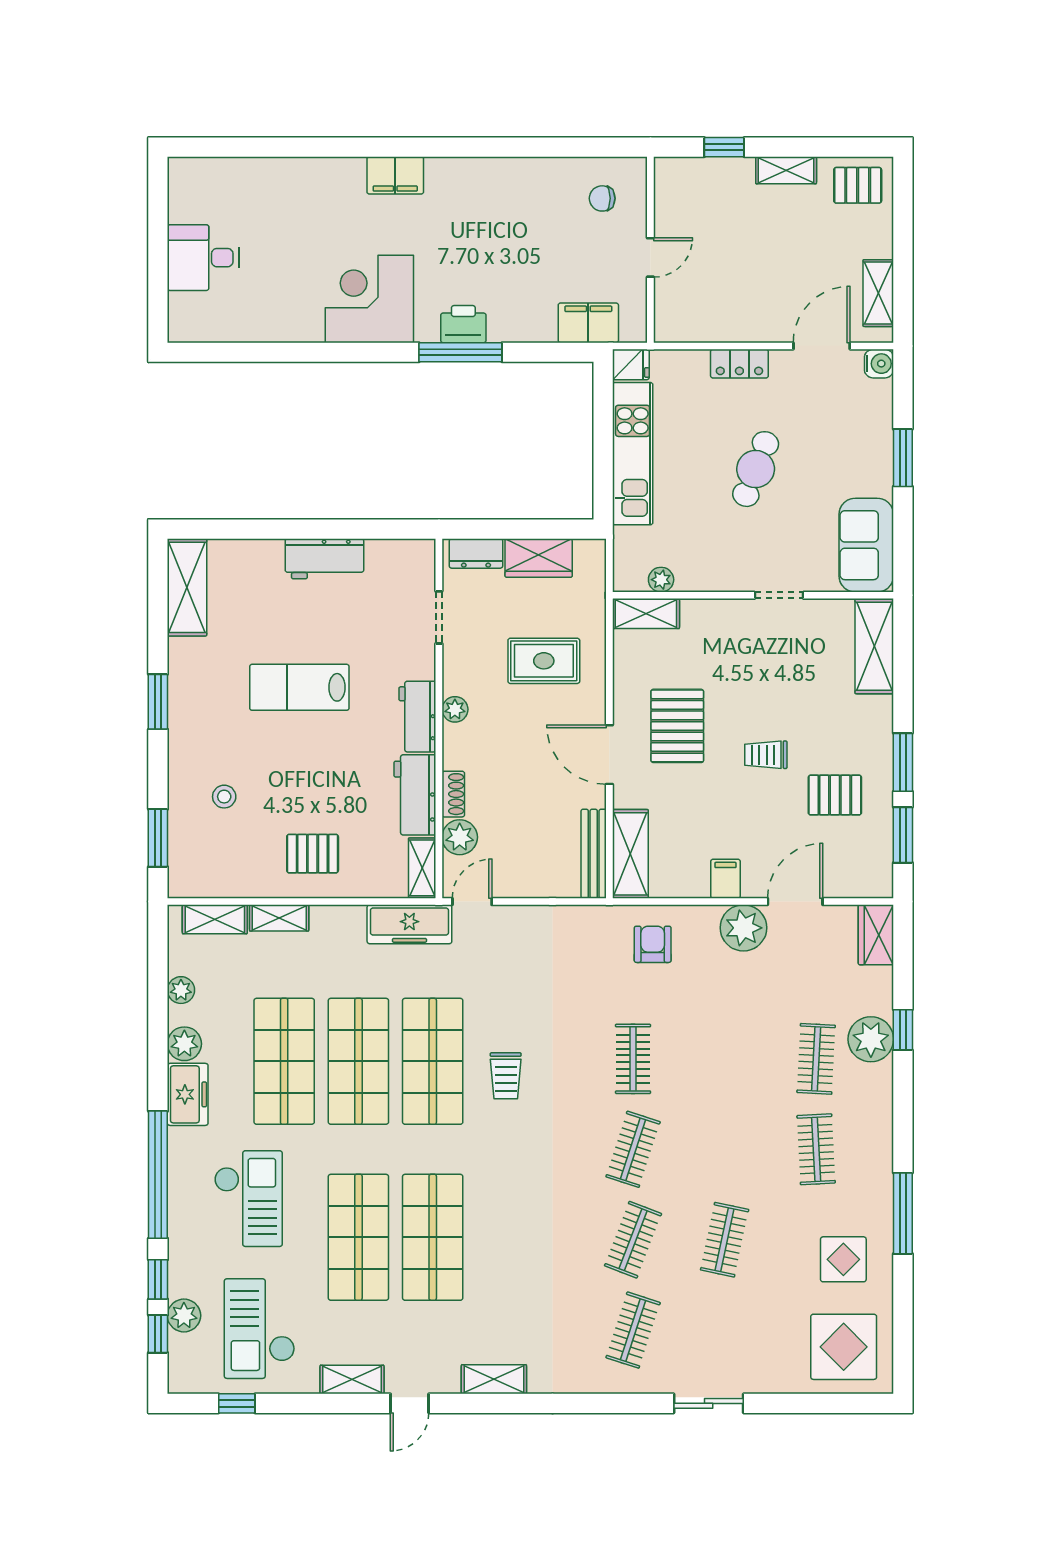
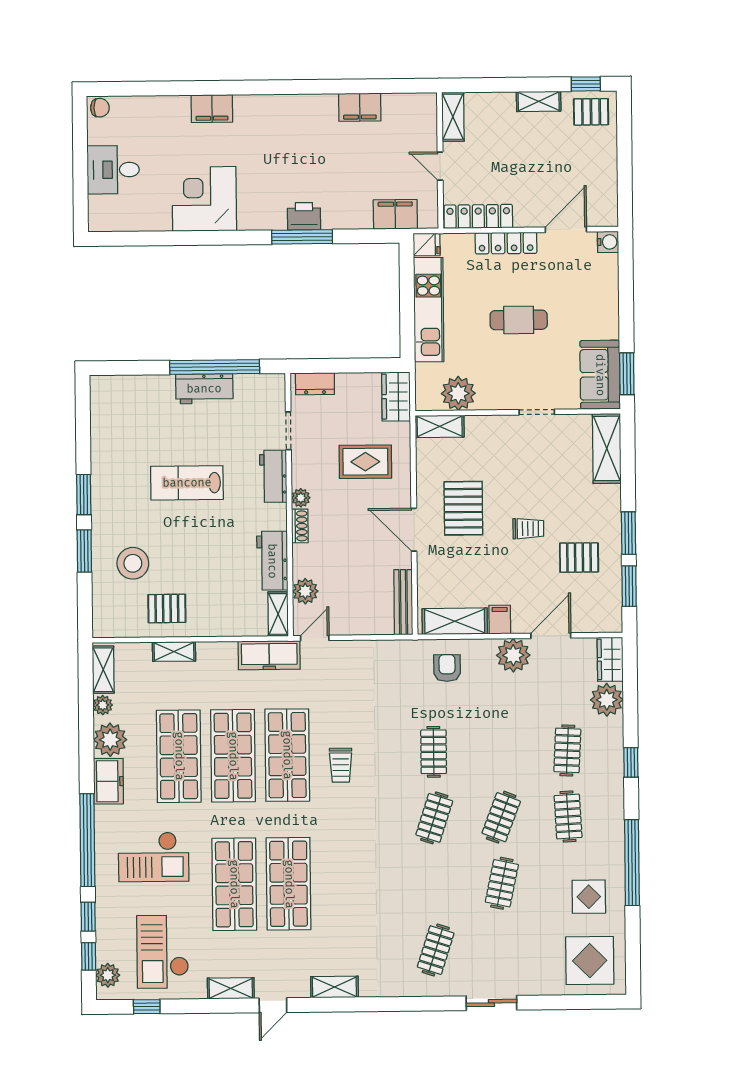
window: (724, 147) -> (586, 84), moved
filing cabinet: (395, 175) -> (212, 109), moved
filing cabinet: (541, 176) -> (360, 107), added
chair: (602, 198) -> (100, 108), moved, turned 180
door: (650, 257) -> (440, 166), swing flipped
shelving: (878, 293) -> (453, 117), moved
corner desk: (369, 299) -> (204, 199), moved
locker: (702, 327) -> (478, 216), added
locker: (739, 364) -> (506, 243), width x1.53
window: (903, 458) -> (627, 374), moved
cafe table: (756, 469) -> (519, 320), turned 69
window: (339, 529) -> (215, 367), added
wardrobe: (539, 558) -> (396, 396), moved, turned 90
plant: (661, 580) -> (458, 393), width x1.87, depth x1.87
shelving: (187, 587) -> (104, 411), removed
workbench: (417, 717) -> (273, 476), moved
trolley: (766, 755) -> (528, 529), turned 180
shoe rack: (453, 794) -> (300, 526), moved
stool: (224, 797) -> (133, 563), width x1.89, depth x1.89
window: (158, 838) -> (84, 551), moved
pallet: (313, 854) -> (167, 608), moved
shelving: (630, 854) -> (455, 621), moved, turned 90
shelving: (215, 919) -> (103, 670), moved, turned 90
window: (903, 1030) -> (631, 762), moved
plant: (871, 1039) -> (607, 700), moved
plant: (184, 1044) -> (110, 740), width x1.36, depth x1.36
checkout: (248, 1199) -> (154, 857), turned 90
window: (903, 1213) -> (632, 863), width x1.46
clothes rail: (633, 1240) -> (501, 817), moved
plant: (184, 1316) -> (108, 975), moved

